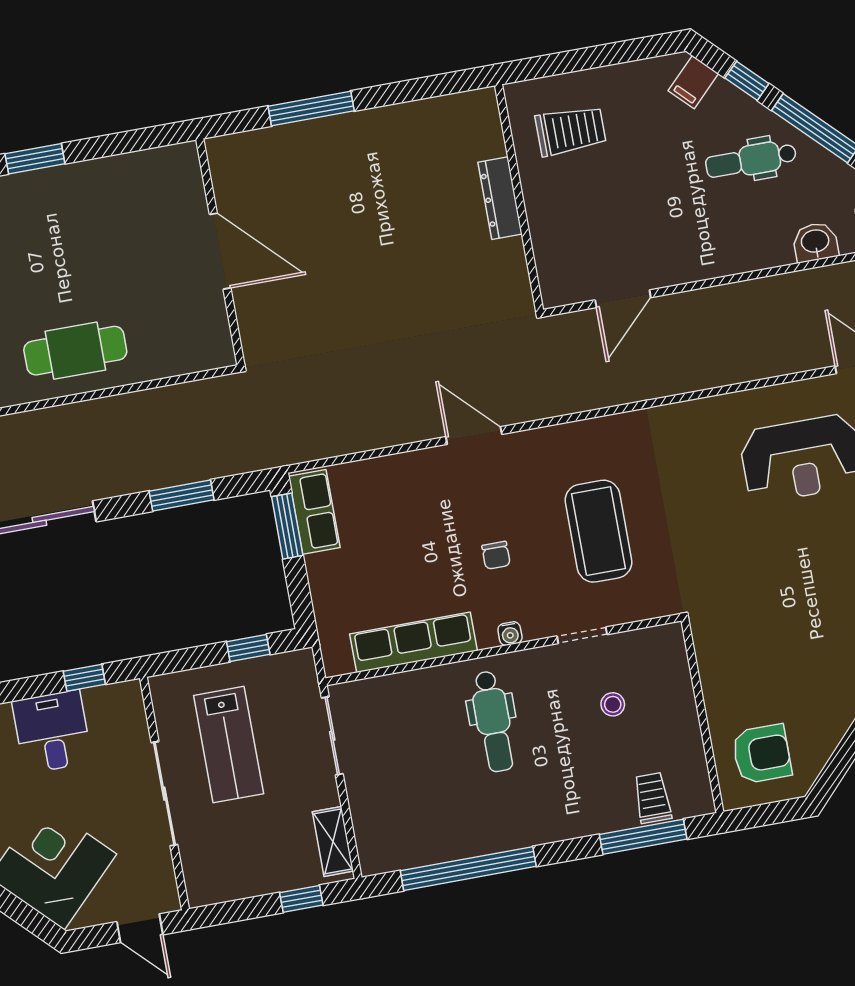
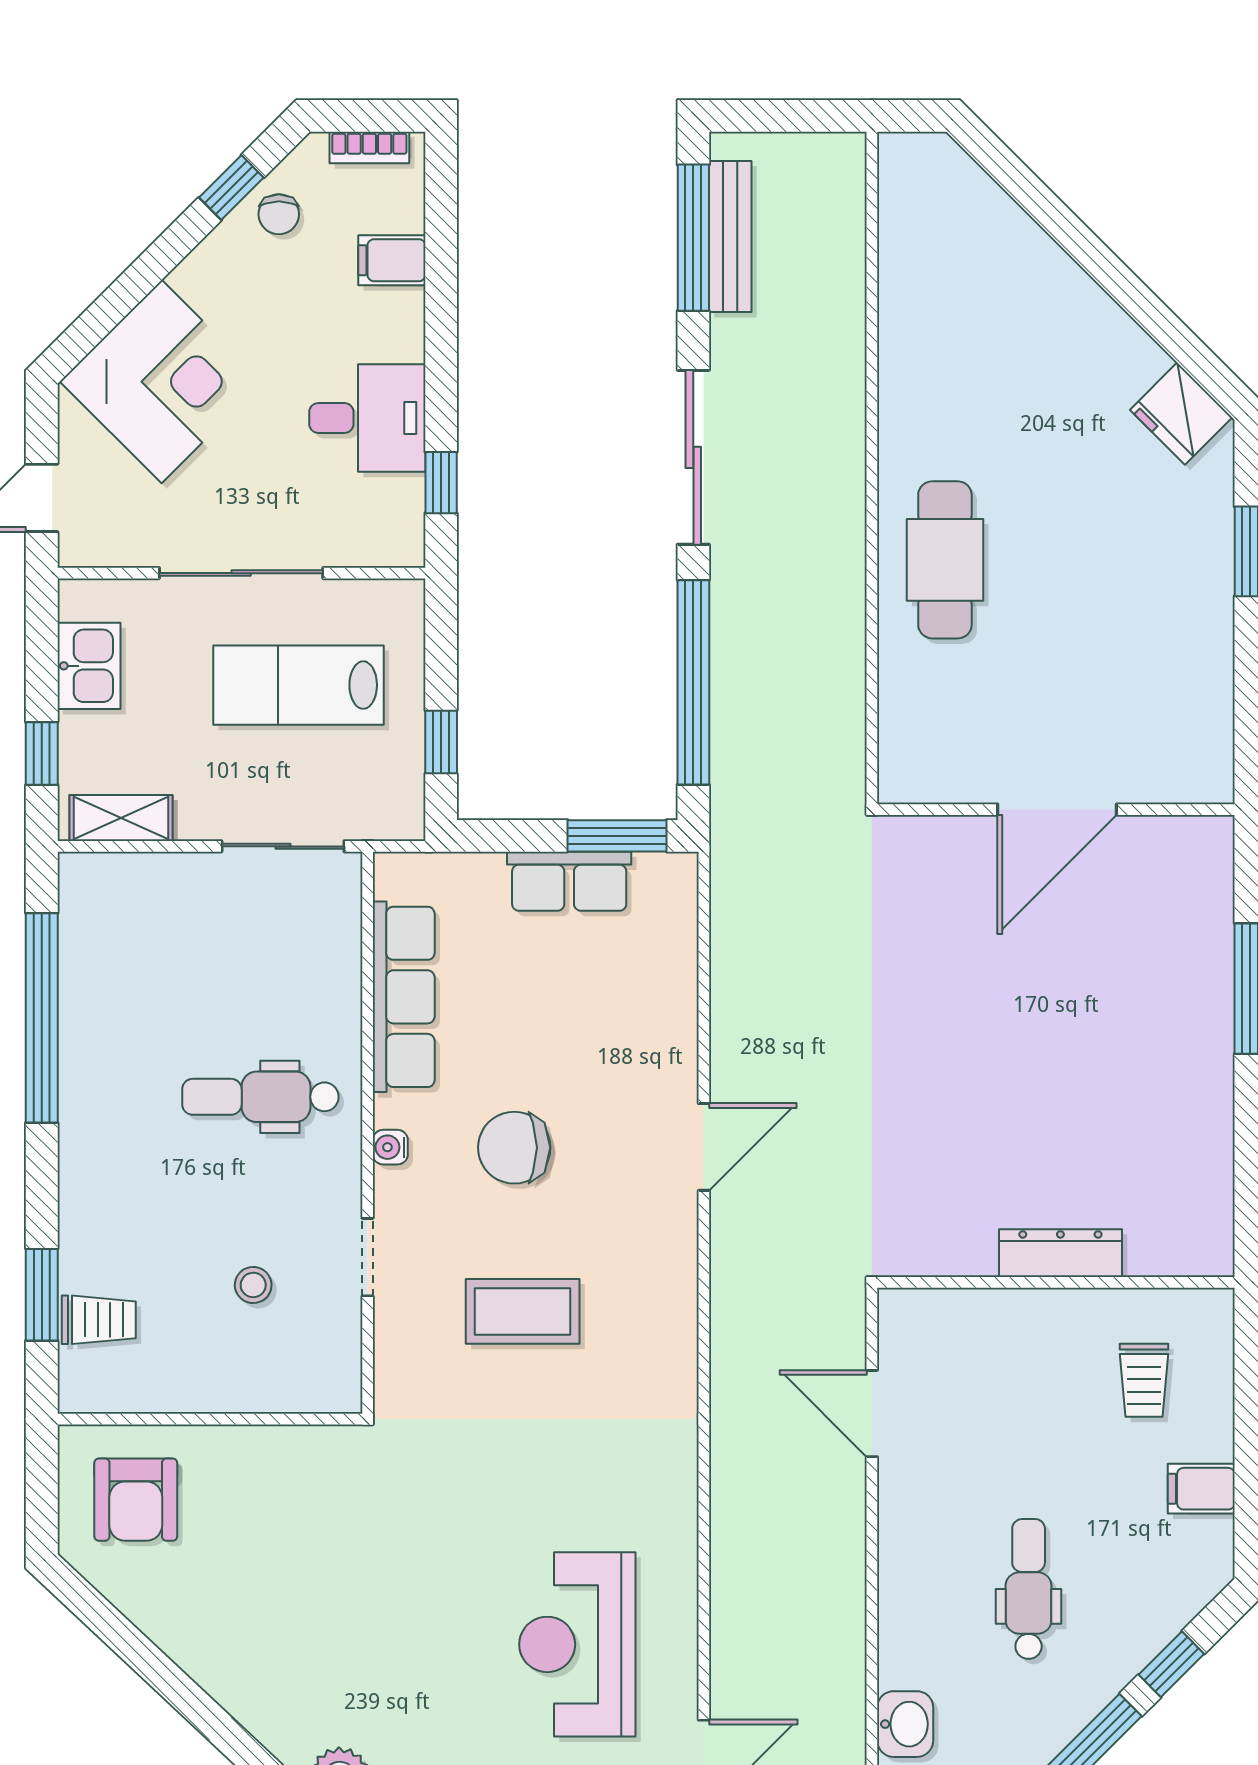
filing cabinet: (693, 82) -> (1201, 1489), moved, turned -45
trolley: (571, 131) -> (1144, 1380), width x0.73, depth x0.72
dental chair: (751, 160) -> (1029, 1589), moved
window: (182, 496) -> (693, 682), width x2.11
row of seats: (314, 512) -> (569, 881), moved
coffee table: (598, 531) -> (523, 1311), width x0.73, depth x0.76
chair: (496, 555) -> (514, 1148), width x1.87, depth x1.87
window: (643, 837) -> (42, 1295), width x0.69
kitchen sink: (241, 879) -> (89, 666), added

